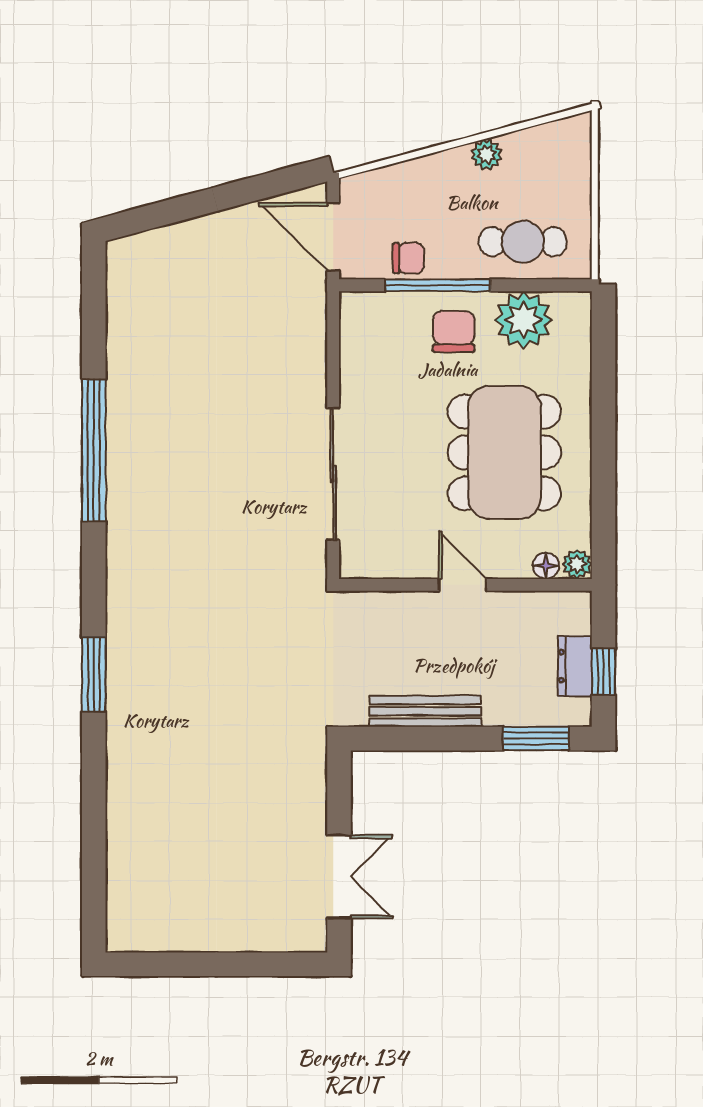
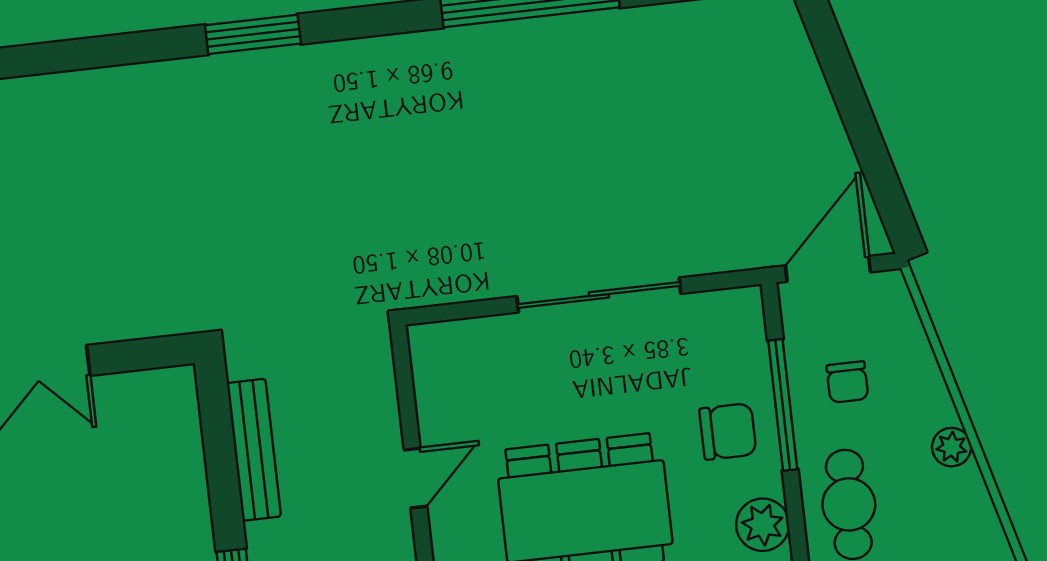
chair: (408, 258) -> (847, 382), moved
plant: (524, 320) -> (763, 525), width x0.73, depth x0.73
sliding door: (333, 474) -> (599, 295), moved

